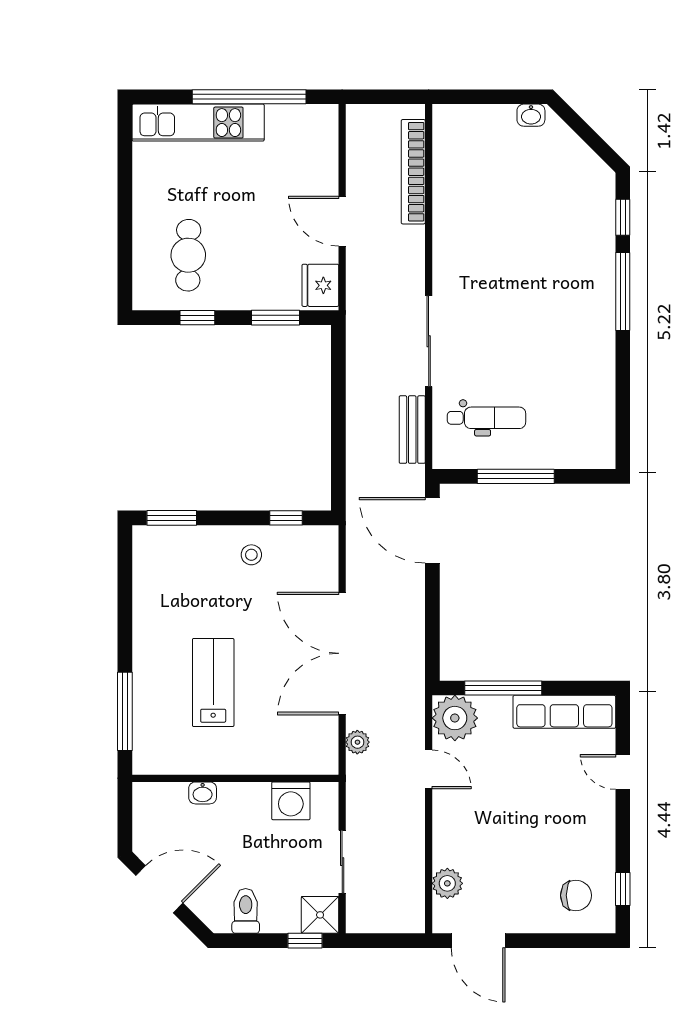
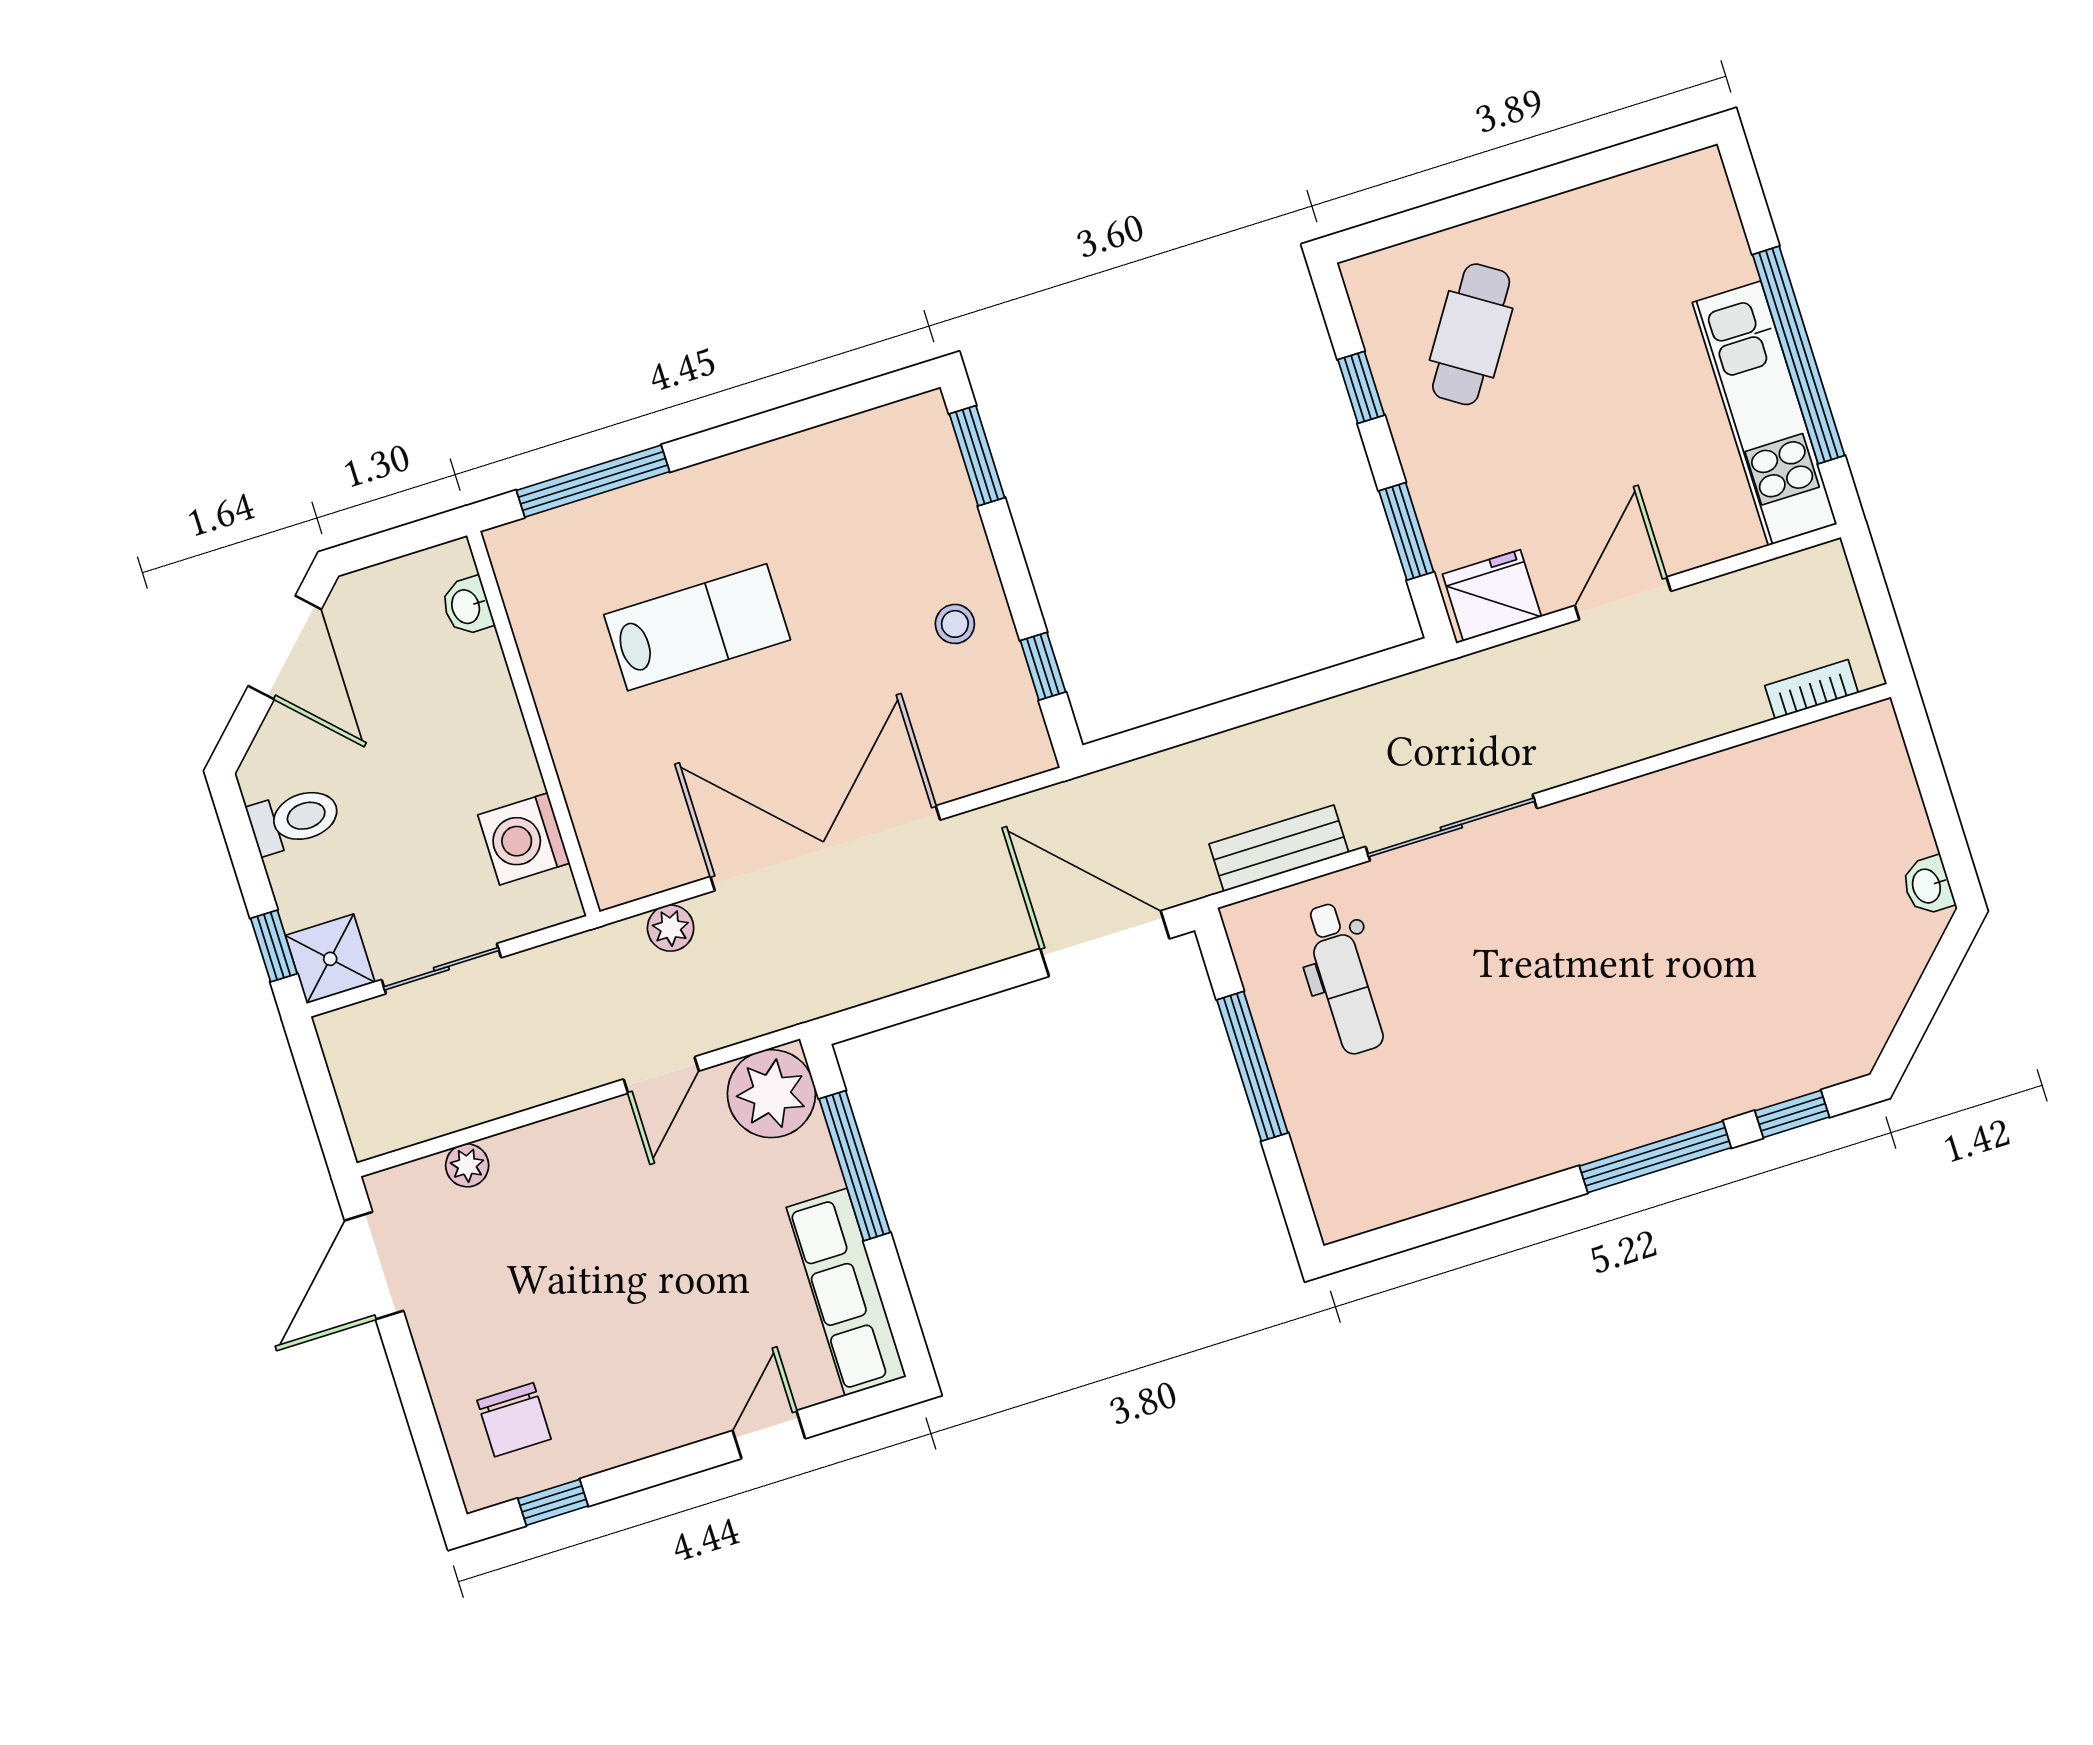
kitchen unit: (198, 123) -> (1765, 413), moved
bookcase: (413, 172) -> (1812, 689), width x0.43, depth x0.76
cafe table: (188, 255) -> (1471, 334), turned -58
door: (432, 530) -> (1105, 944), hinge flipped
washbasin: (203, 793) -> (467, 606), moved
plant: (447, 883) -> (467, 1165), width x0.73, depth x0.73

